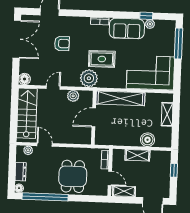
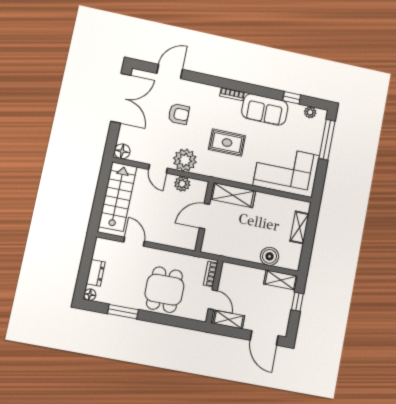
plant: (150, 24) -> (310, 112), moved
plant: (89, 78) -> (185, 160), moved
door: (53, 88) -> (158, 169), swing flipped
shelving: (120, 98) -> (233, 195), width x0.68
plant: (28, 150) -> (111, 246), removed
shelving: (137, 155) -> (281, 280), moved
window: (45, 197) -> (123, 312), width x0.47

